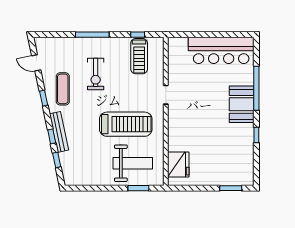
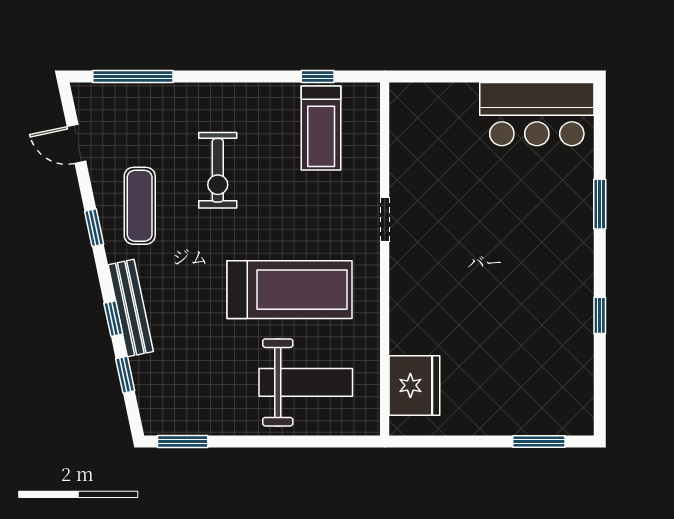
window: (92, 35) -> (133, 77), moved
bar counter: (221, 50) -> (537, 114), width x0.73
window: (256, 88) -> (600, 204), width x0.47
booth: (242, 104) -> (565, 242), removed
window: (138, 188) -> (183, 442), moved

